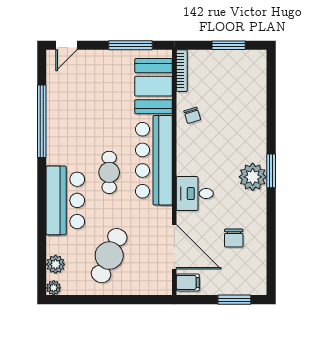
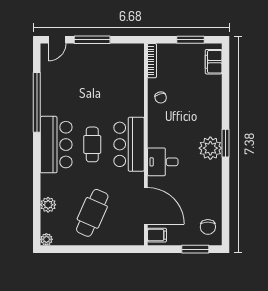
window: (130, 45) -> (92, 40), moved
filing cabinet: (257, 72) -> (214, 62), added
booth: (154, 86) -> (129, 74), removed
bar counter: (154, 160) -> (129, 144), width x0.73
bar counter: (65, 200) -> (56, 145), moved
chair: (234, 238) -> (208, 227), moved
plant: (56, 264) -> (48, 205), moved

